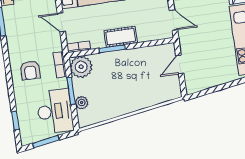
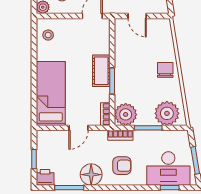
floor lamp: (17, 41) -> (91, 175), added
chair: (130, 100) -> (165, 70), added
plant: (82, 103) -> (167, 113), width x1.88, depth x1.88
desk: (55, 111) -> (168, 169), moved, turned 180

